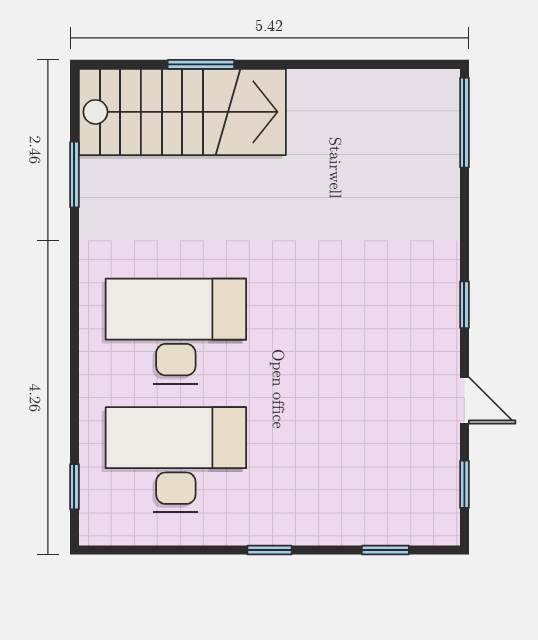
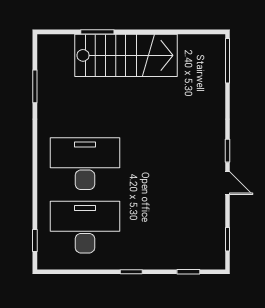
stairs: (182, 112) -> (126, 55), moved
door: (464, 400) -> (227, 183), moved

